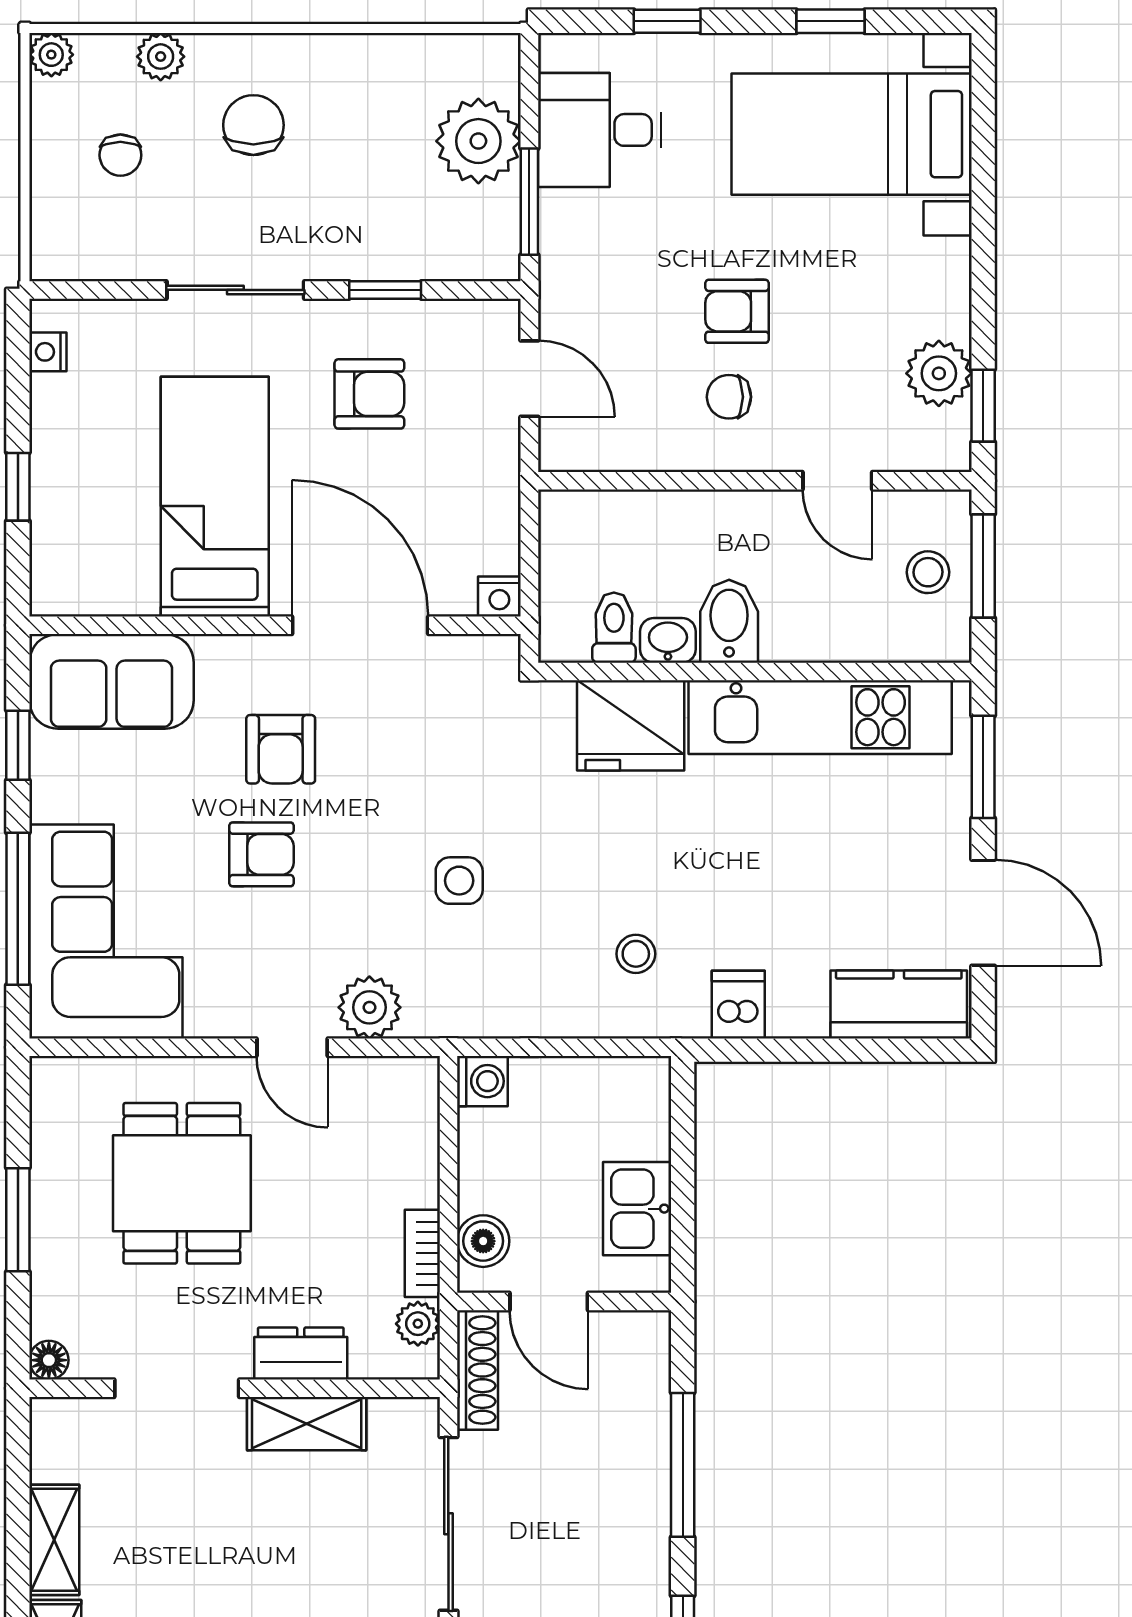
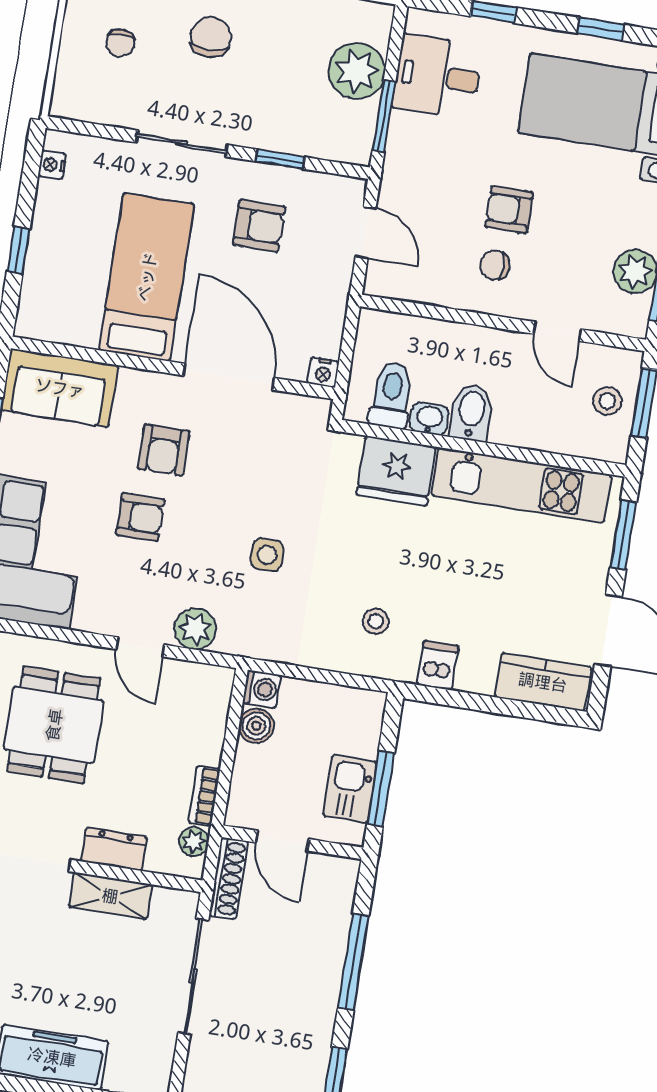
toilet: (614, 628) -> (391, 395), width x1.37, depth x1.39
window: (683, 1201) -> (381, 788), added
boiler: (483, 1241) -> (256, 726), moved

